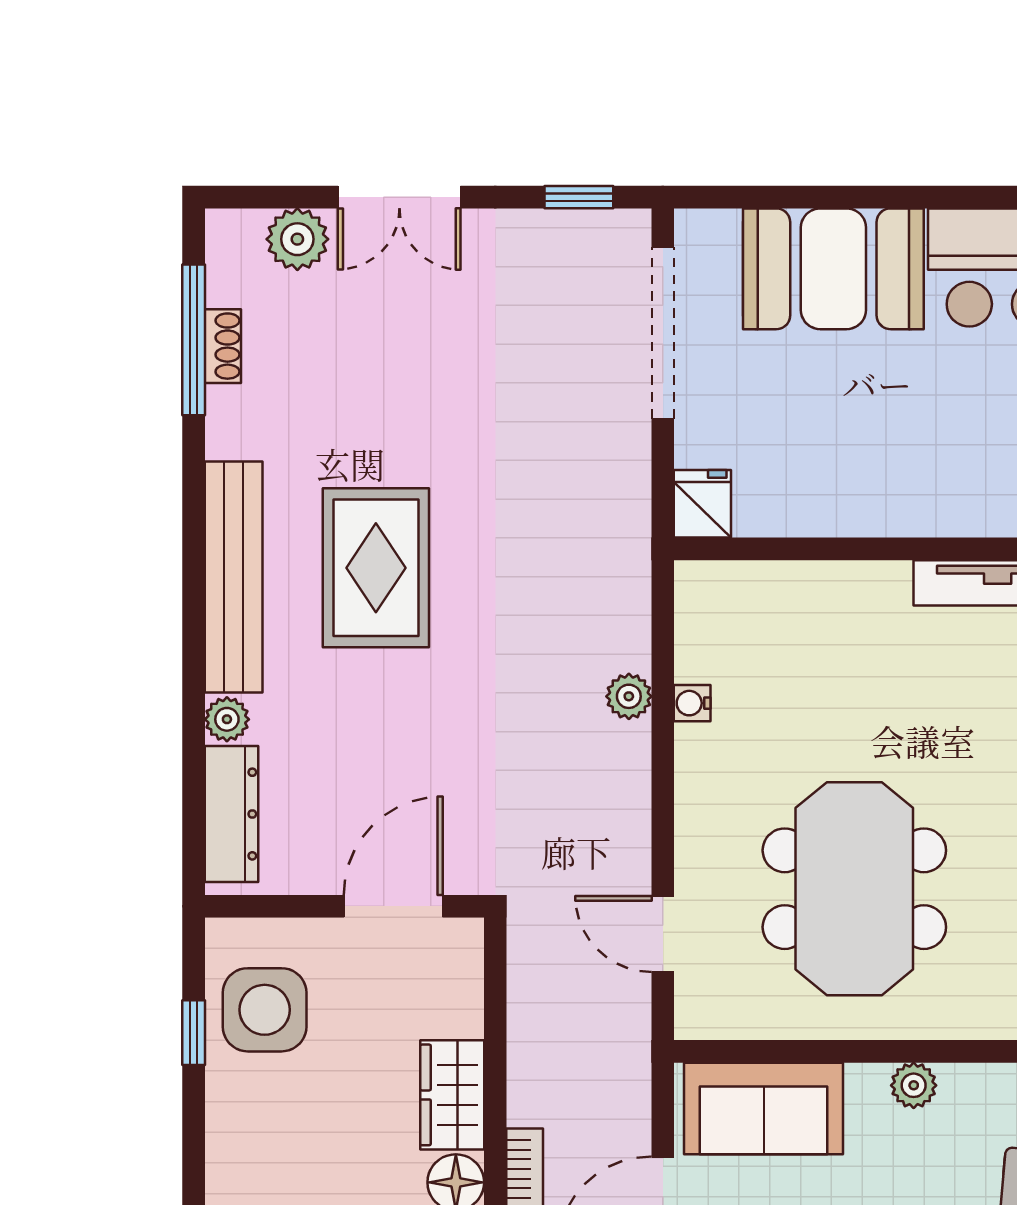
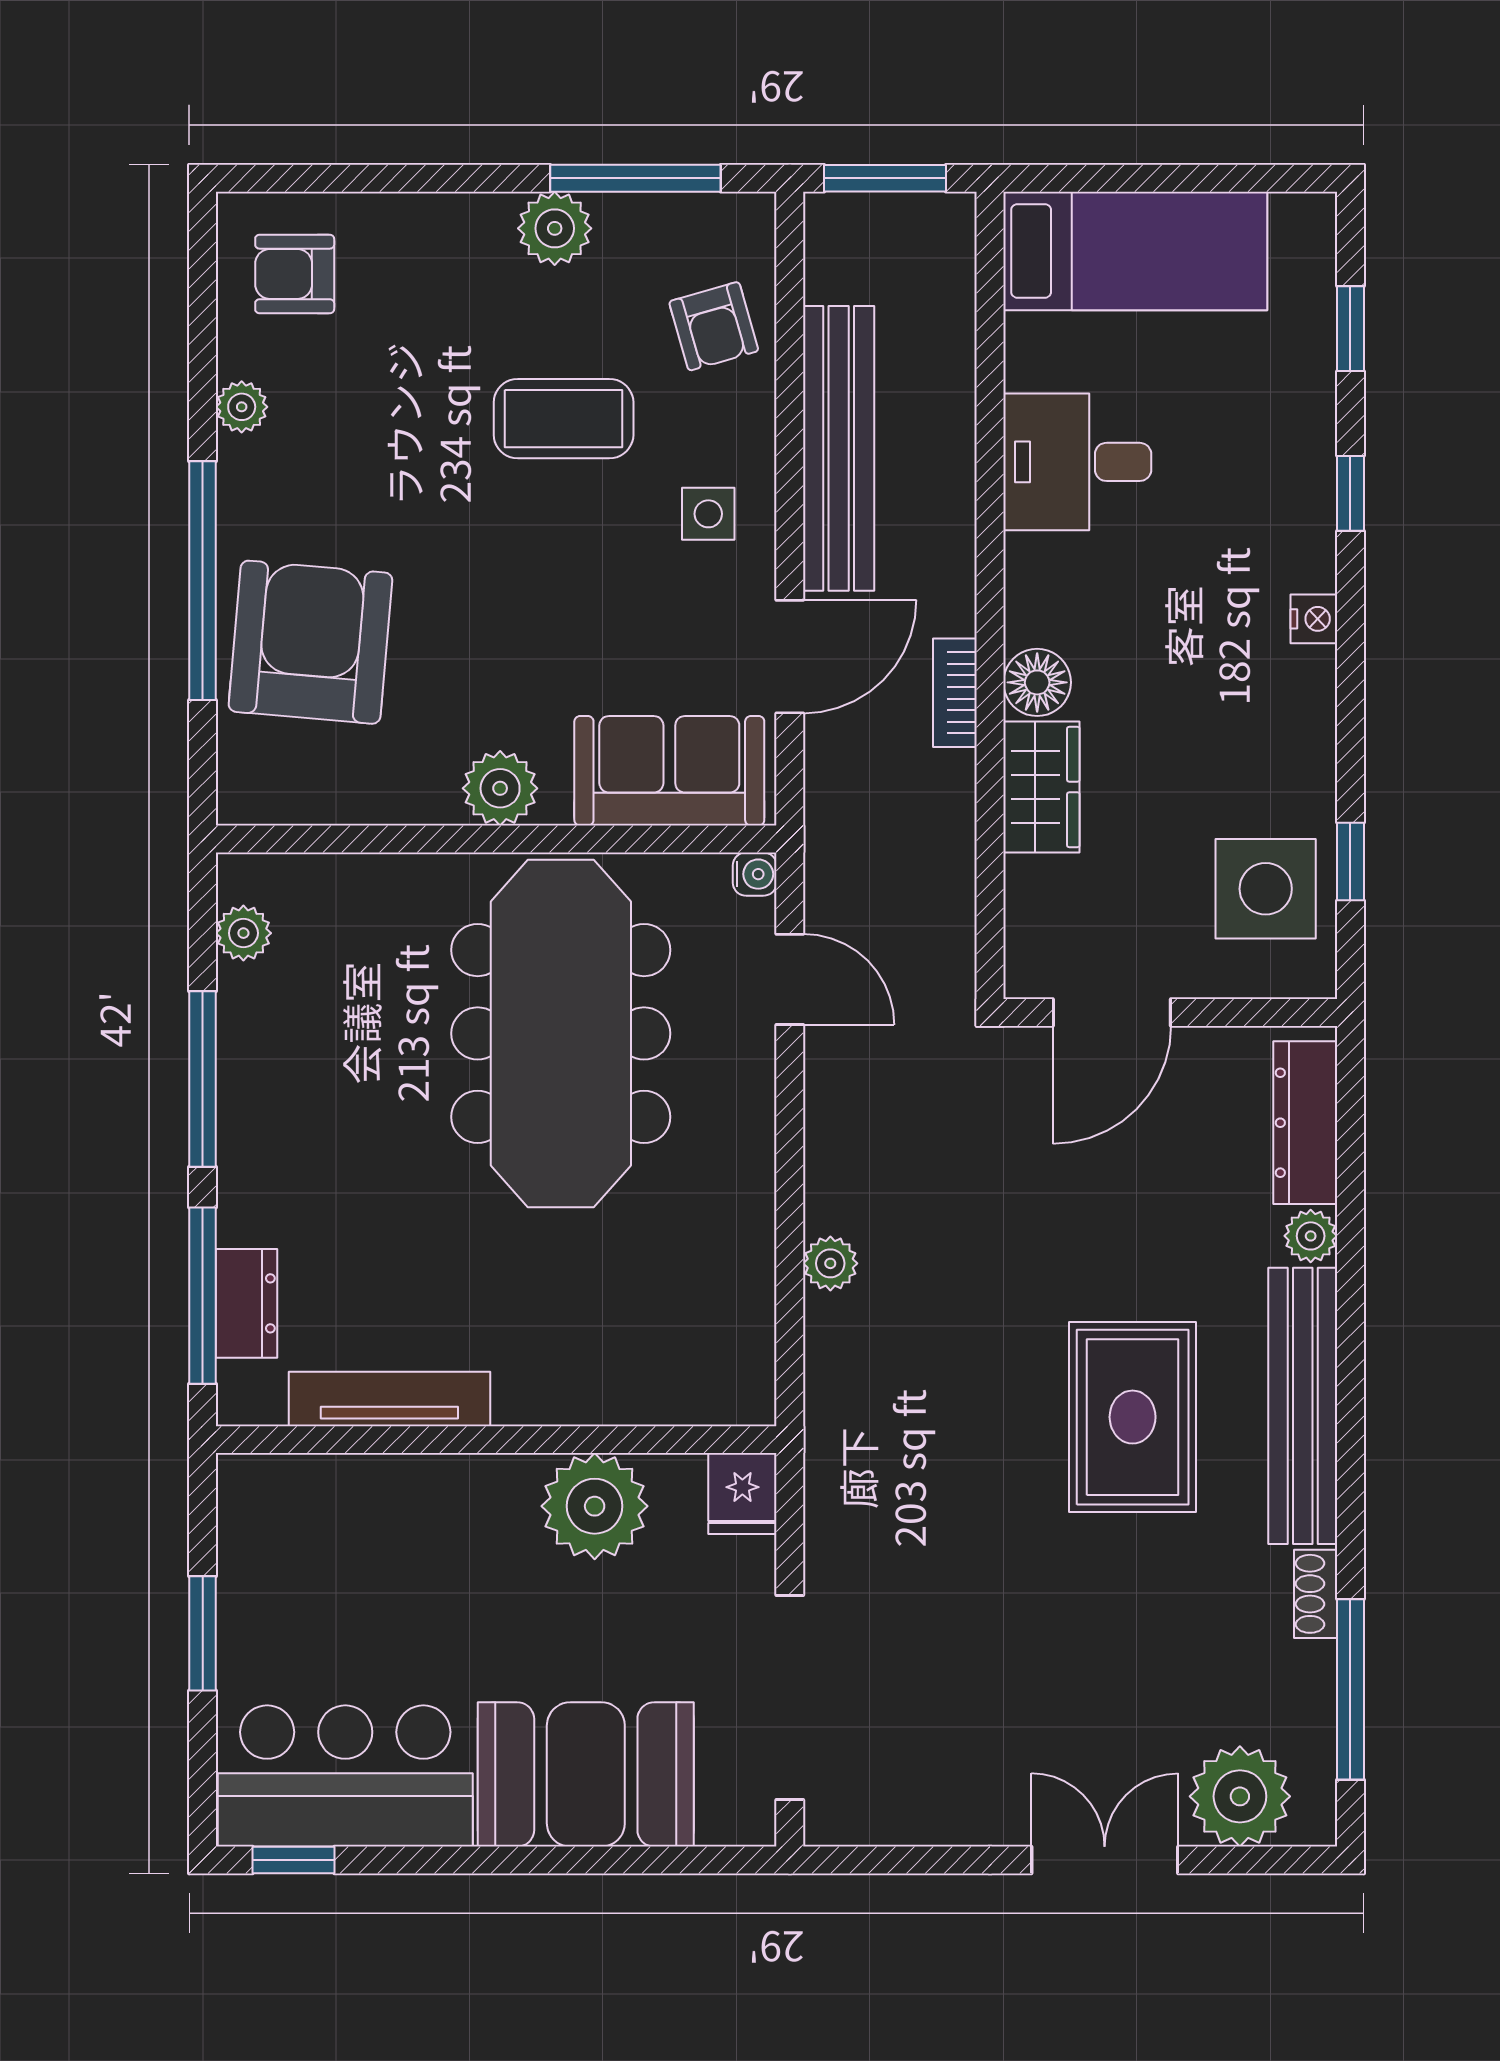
window: (579, 197) -> (890, 1860), removed
plant: (297, 239) -> (1240, 1796), width x1.36, depth x1.36
shoe rack: (223, 346) -> (1316, 1594), moved
plant: (826, 493) -> (595, 1506), added
water cooler: (692, 703) -> (755, 874), moved
meeting table: (854, 889) -> (561, 1033), width x1.36
plant: (914, 1085) -> (500, 788), width x1.38, depth x1.38

